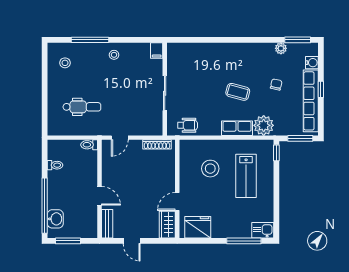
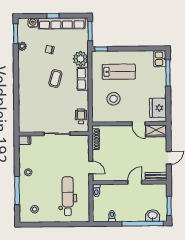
dental chair: (82, 107) -> (68, 196), width x1.36, depth x1.38

